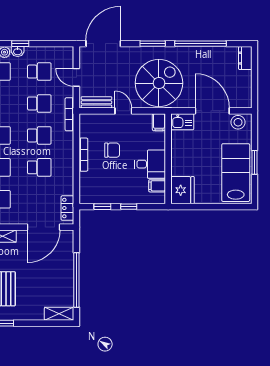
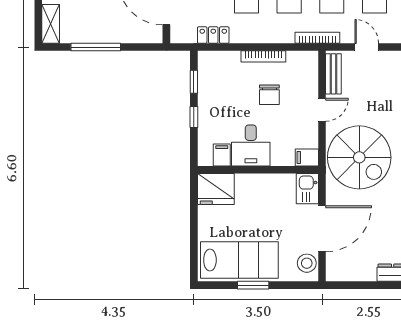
door: (76, 77) -> (367, 47), hinge flipped
locker: (67, 208) -> (213, 35), moved
window: (76, 280) -> (96, 47), width x0.68

